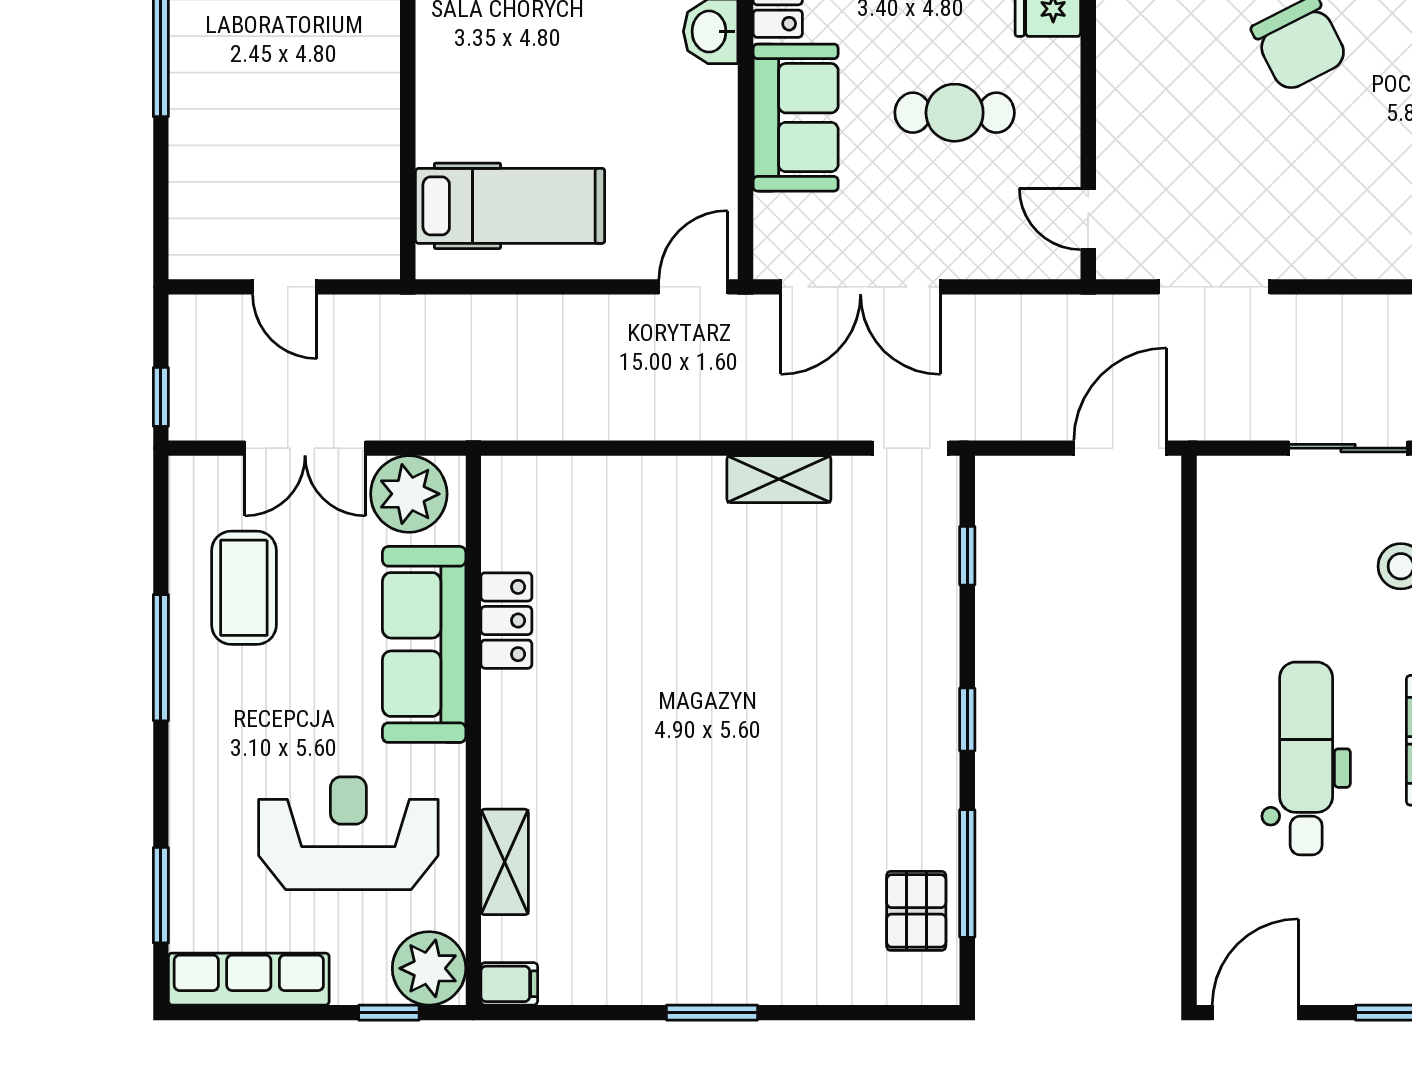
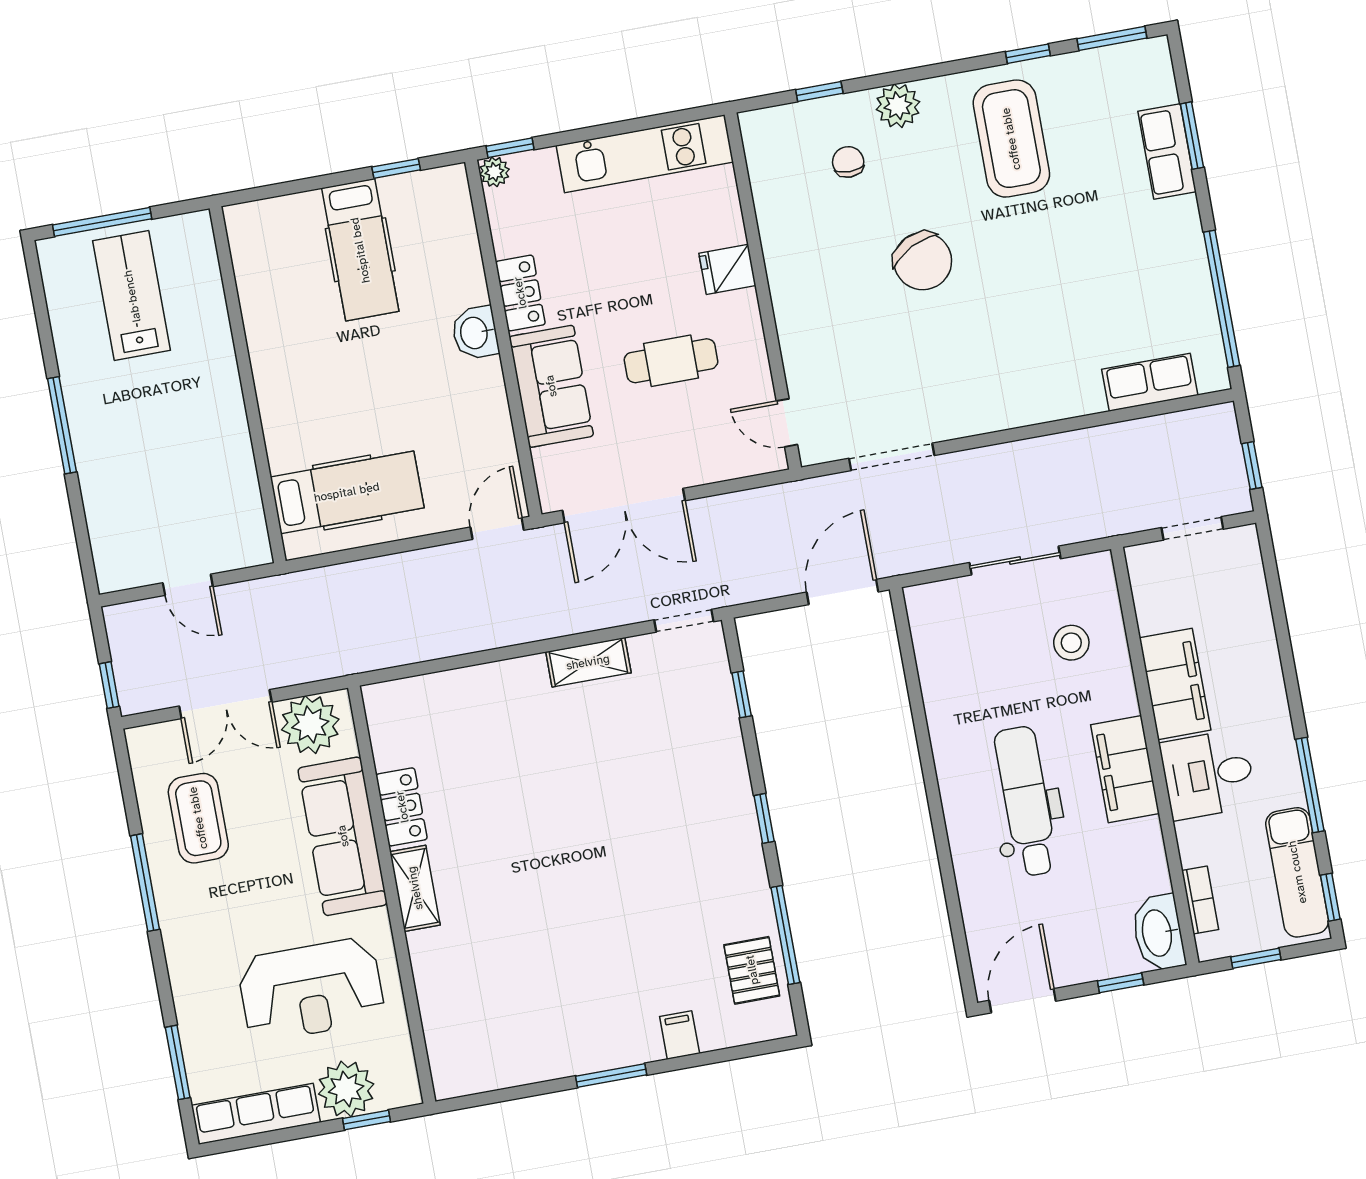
reception desk: (348, 833) -> (311, 990), turned 180
shelving: (505, 862) -> (415, 888), moved
plant: (429, 968) -> (346, 1089), moved
filing cabinet: (509, 984) -> (680, 1035), moved, turned -90

